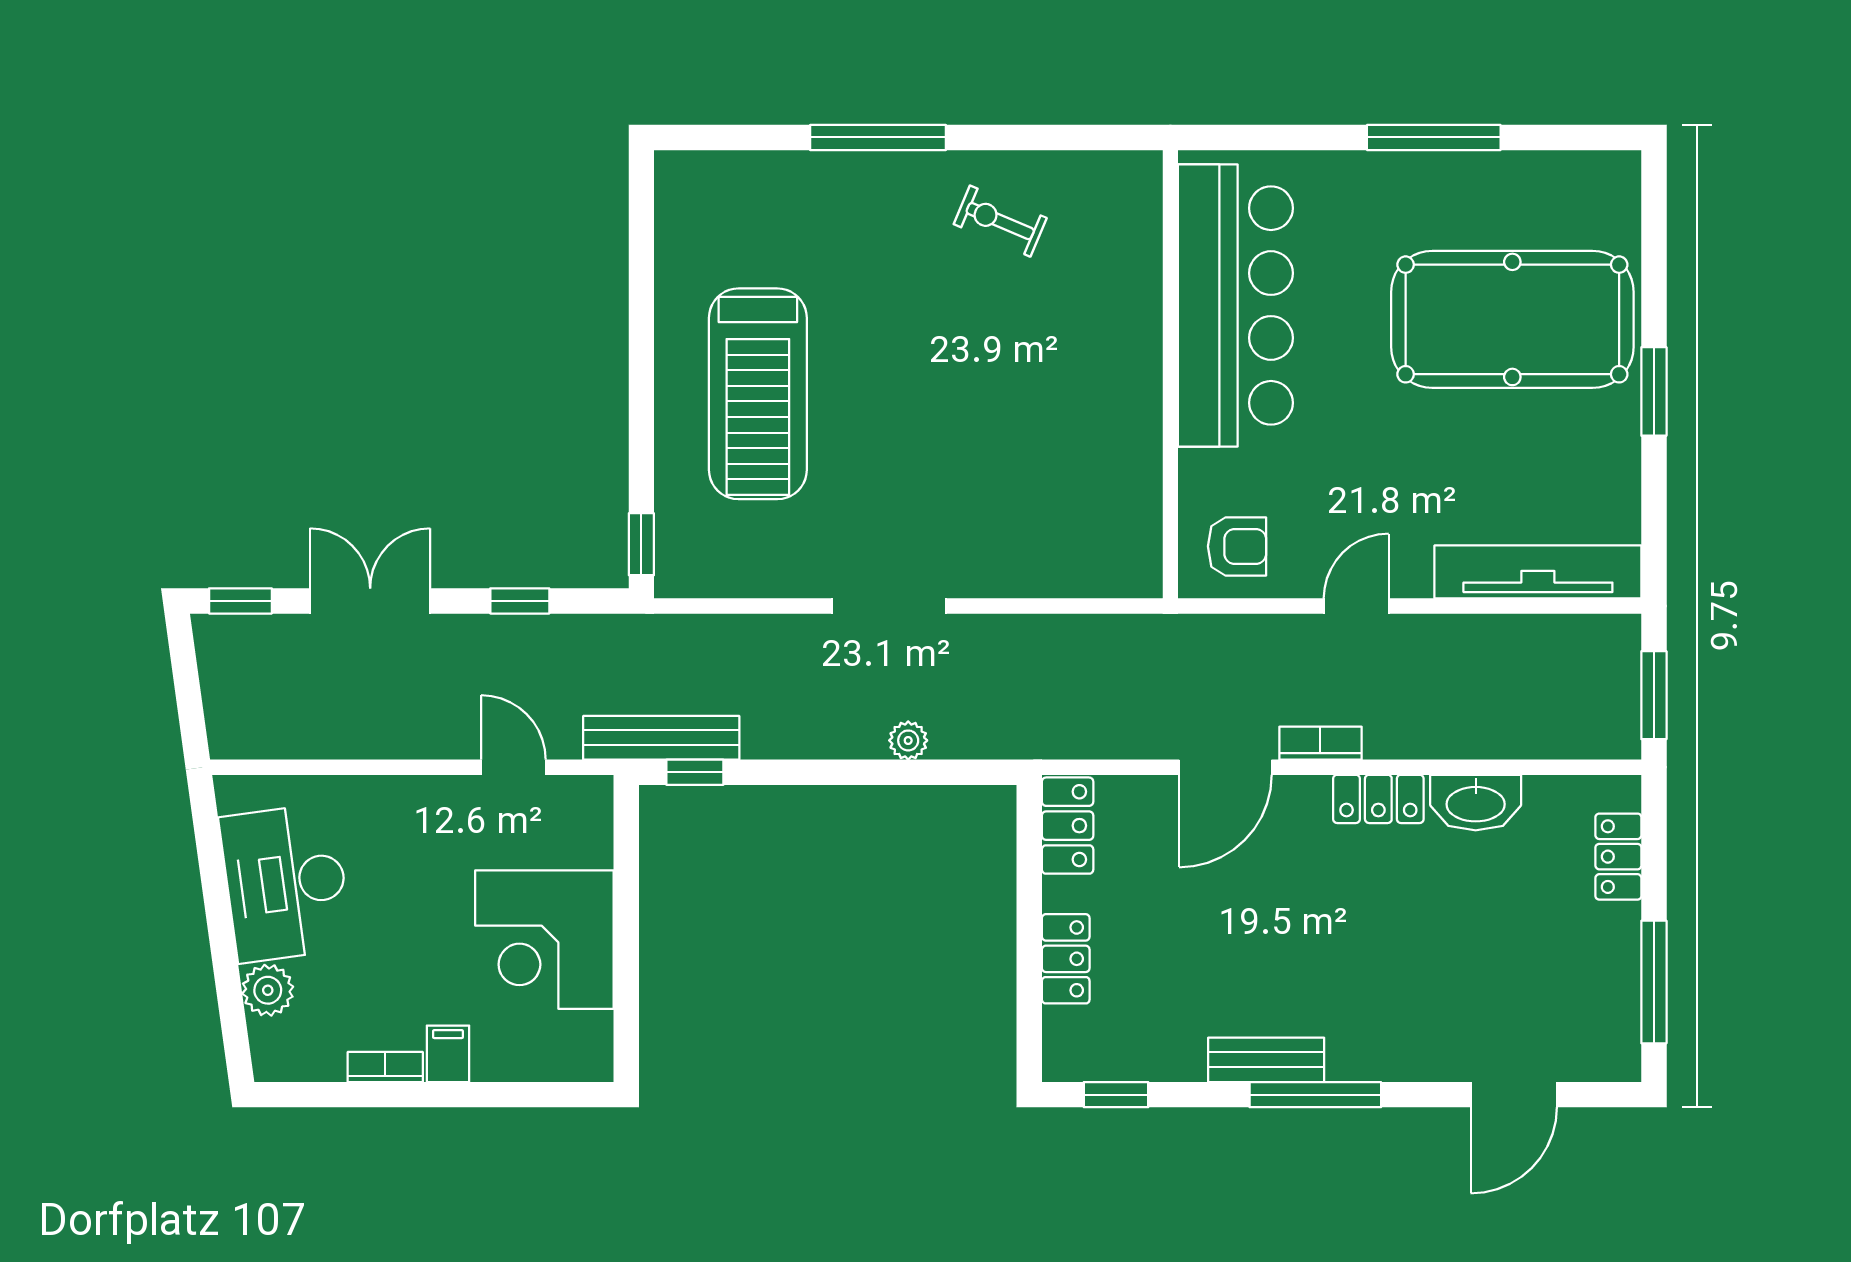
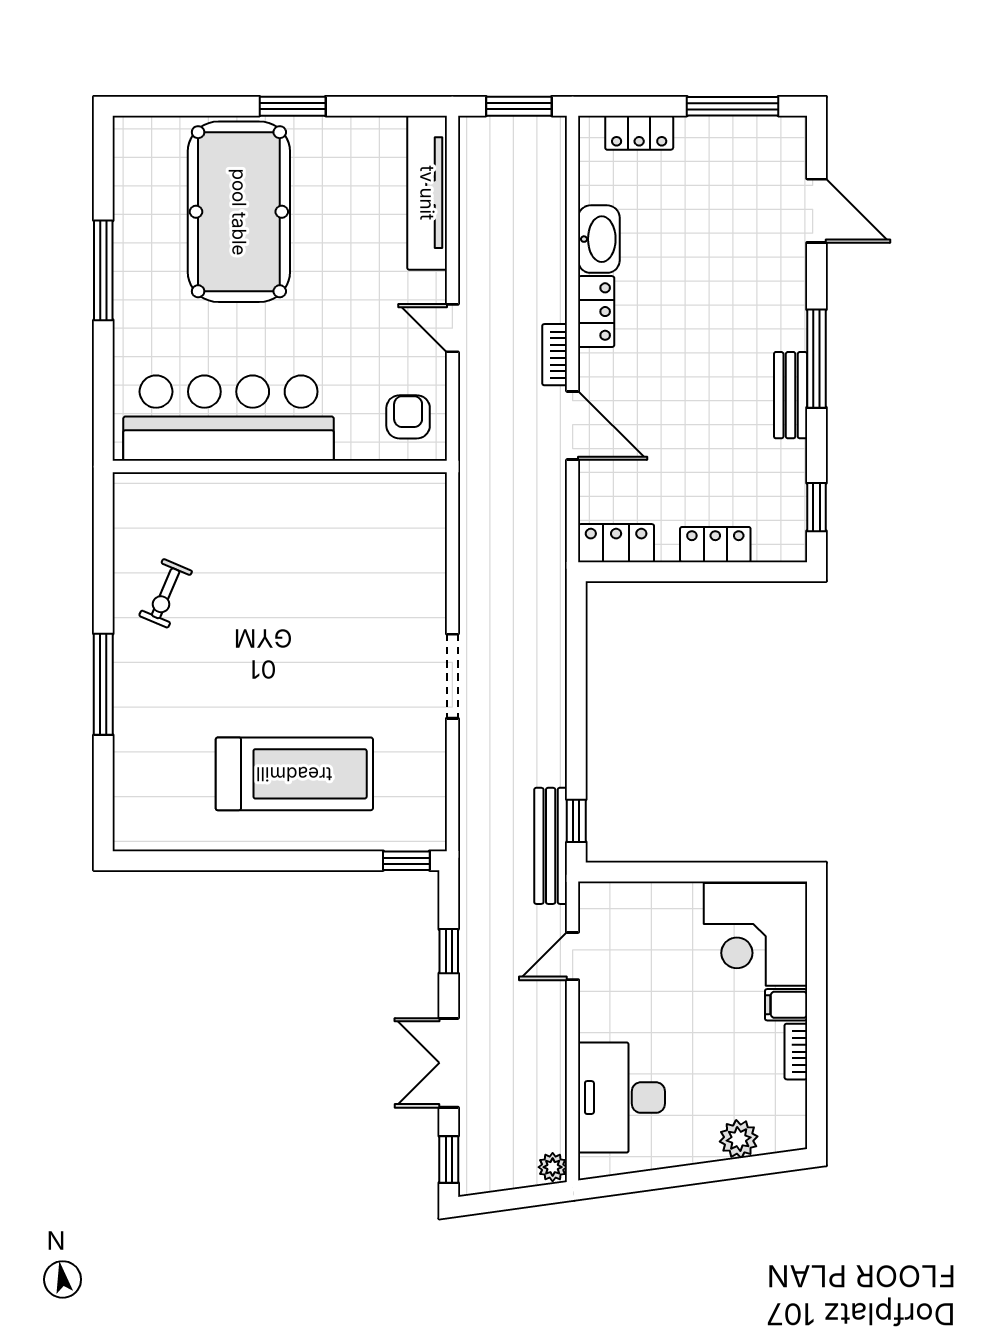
plant: (908, 740) -> (553, 1167), moved
desk: (286, 883) -> (622, 1098), moved, turned 98
corner desk: (544, 940) -> (756, 934), moved, turned 90

